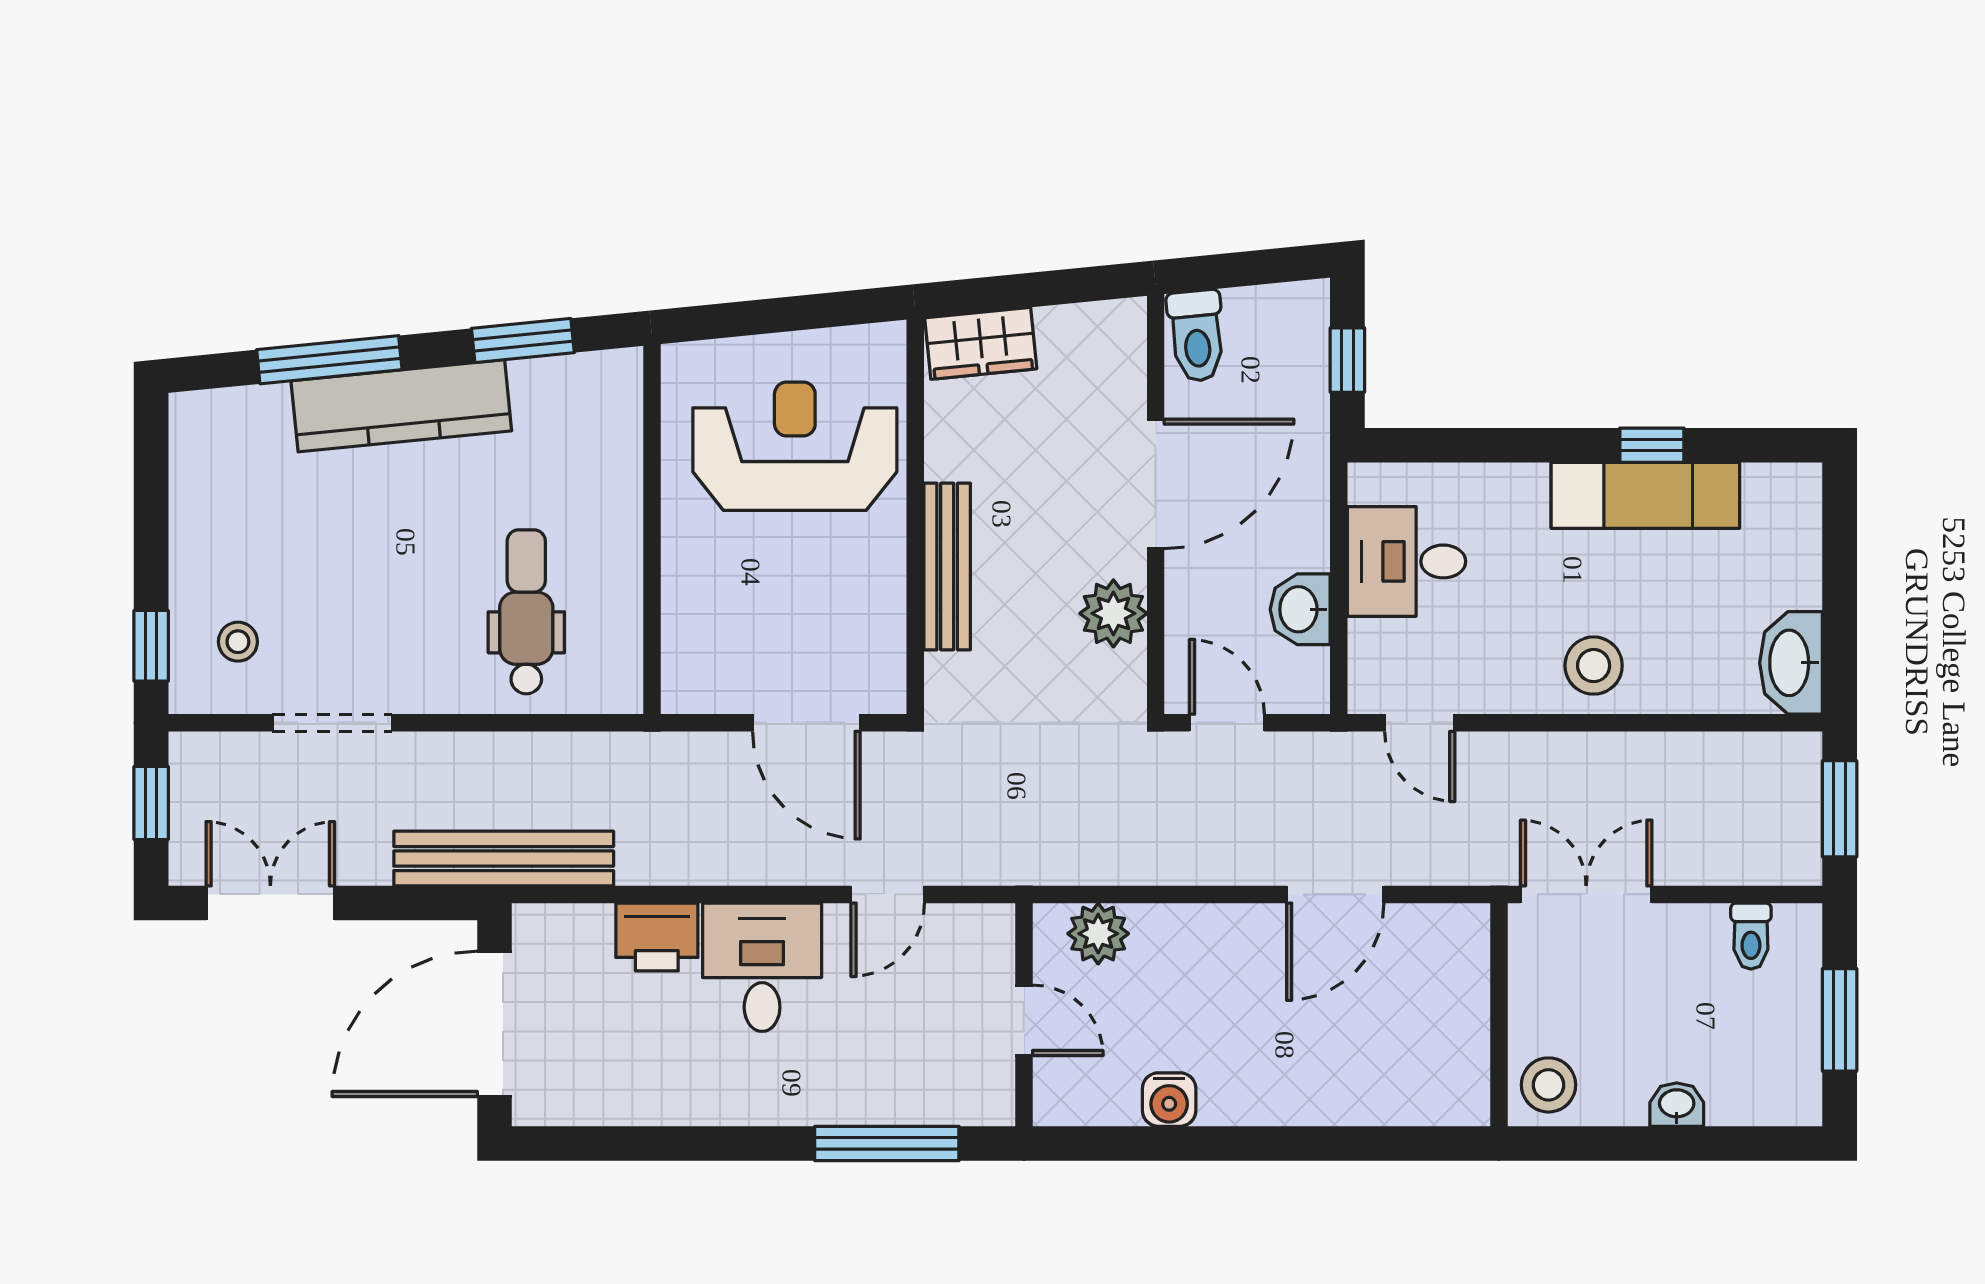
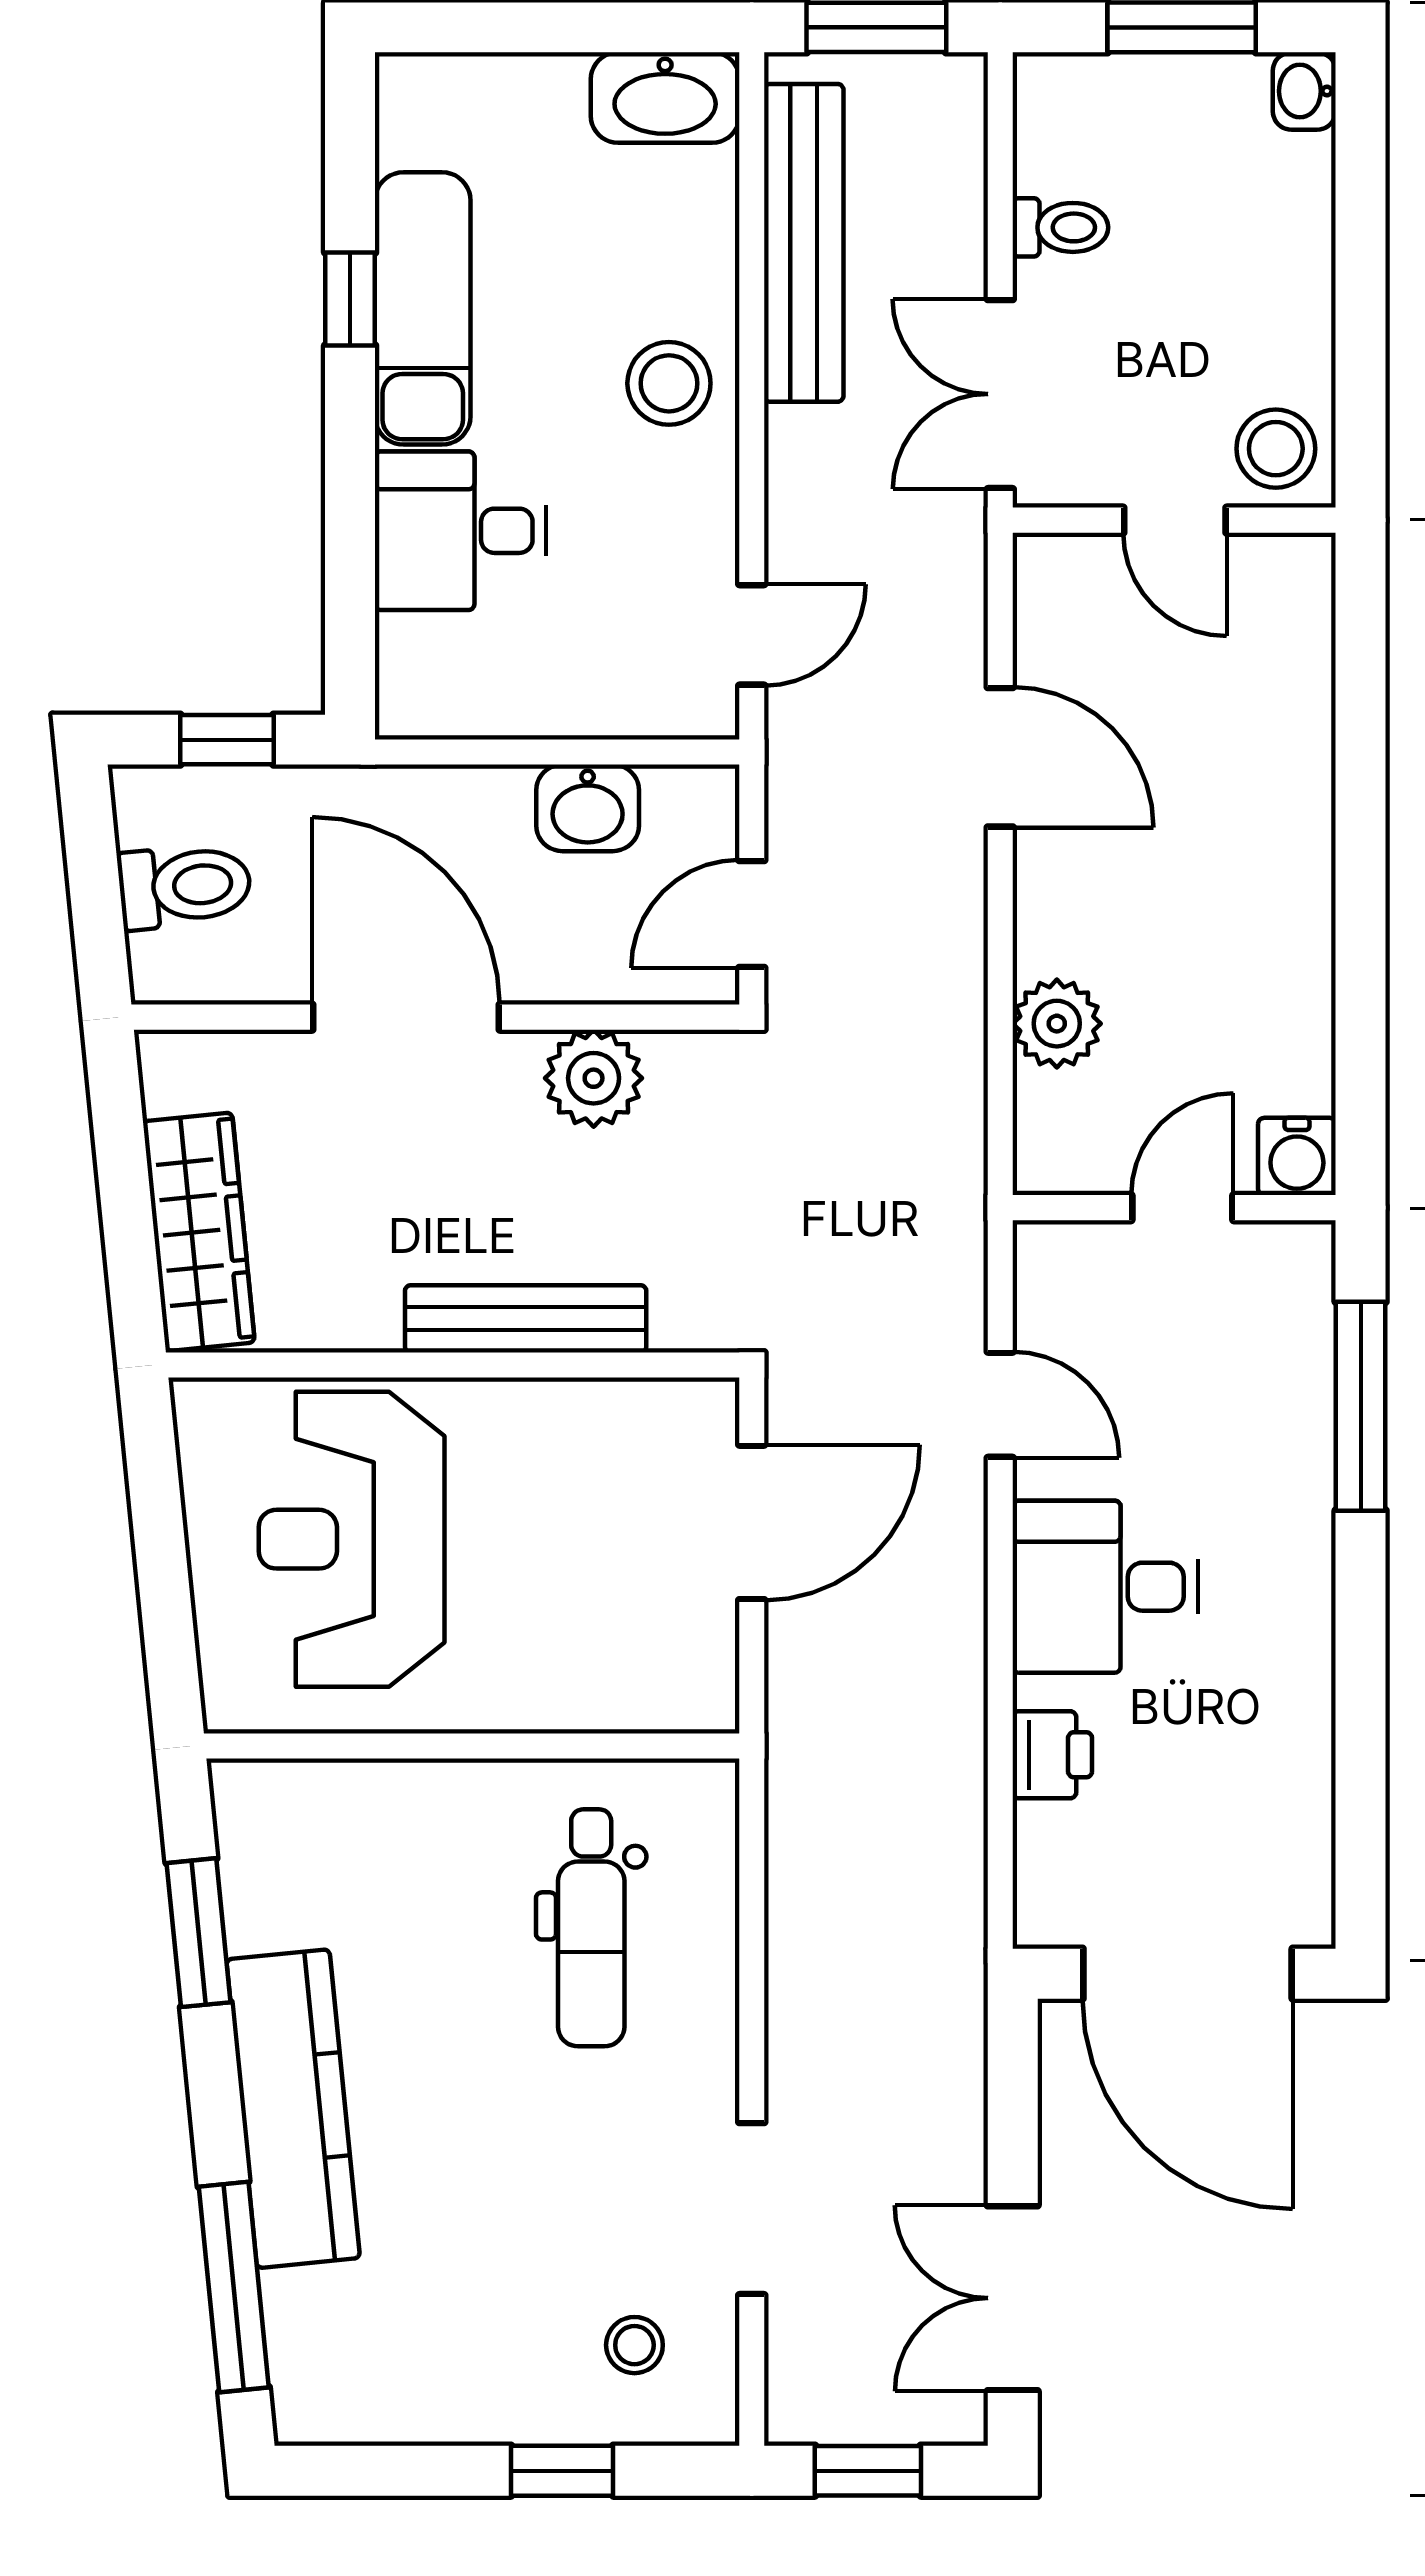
toilet: (1197, 336) -> (185, 886), moved
wardrobe: (981, 343) -> (199, 1232), width x1.50
window: (329, 360) -> (234, 2287), moved
desk: (1407, 561) -> (461, 531), moved, turned 90
dental chair: (526, 612) -> (591, 1928), turned -90
window: (151, 646) -> (562, 2471), moved
bench: (504, 859) -> (804, 243), moved
plant: (1098, 934) -> (1057, 1024), moved
toilet: (1751, 936) -> (1060, 227), moved
printer: (657, 937) -> (1052, 1755), width x0.73, depth x0.81
door: (1499, 1015) -> (1175, 520), added
water cooler: (1169, 1100) -> (1297, 1156), moved, turned 90
washbasin: (1677, 1105) -> (1304, 91), moved

